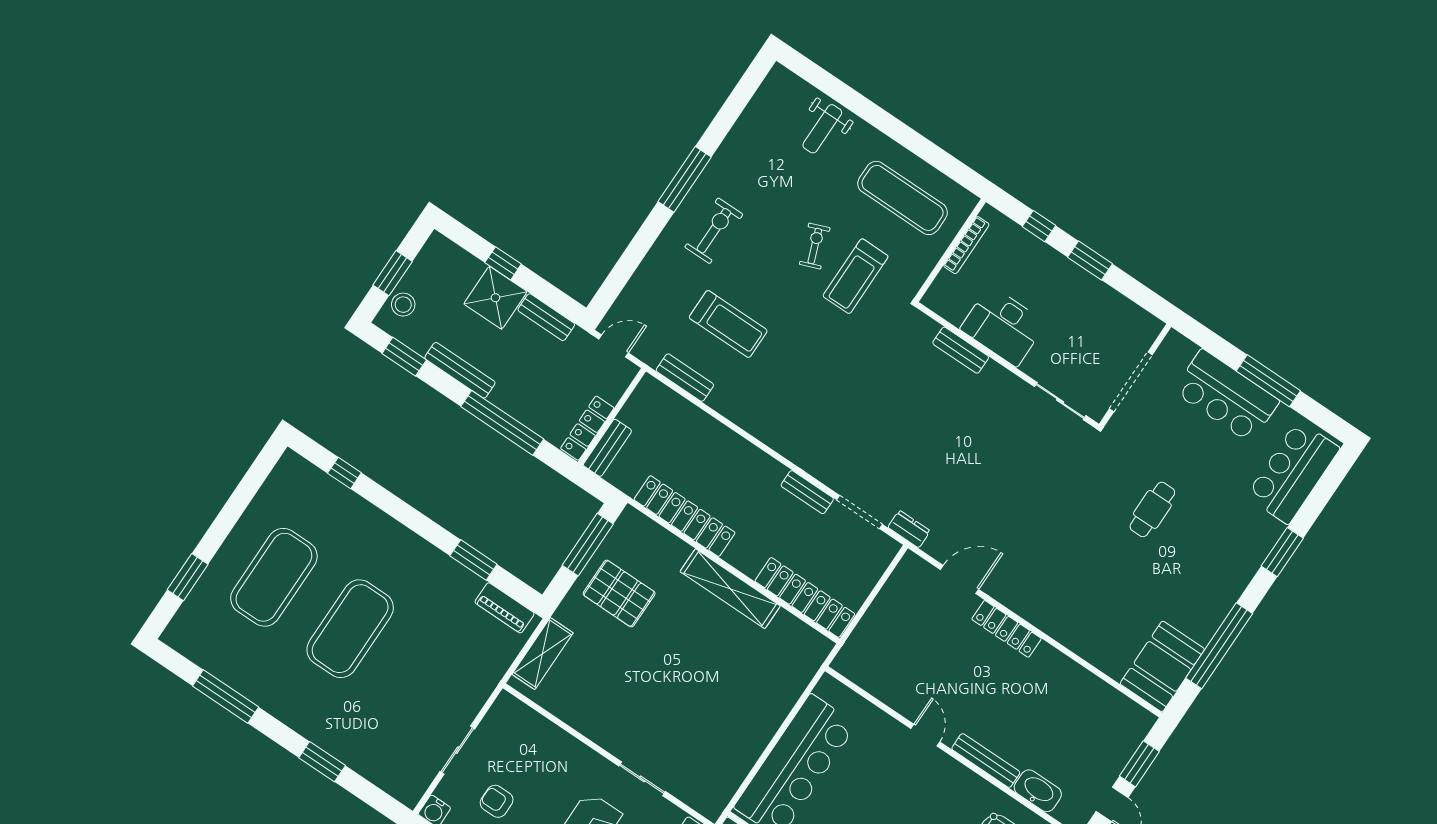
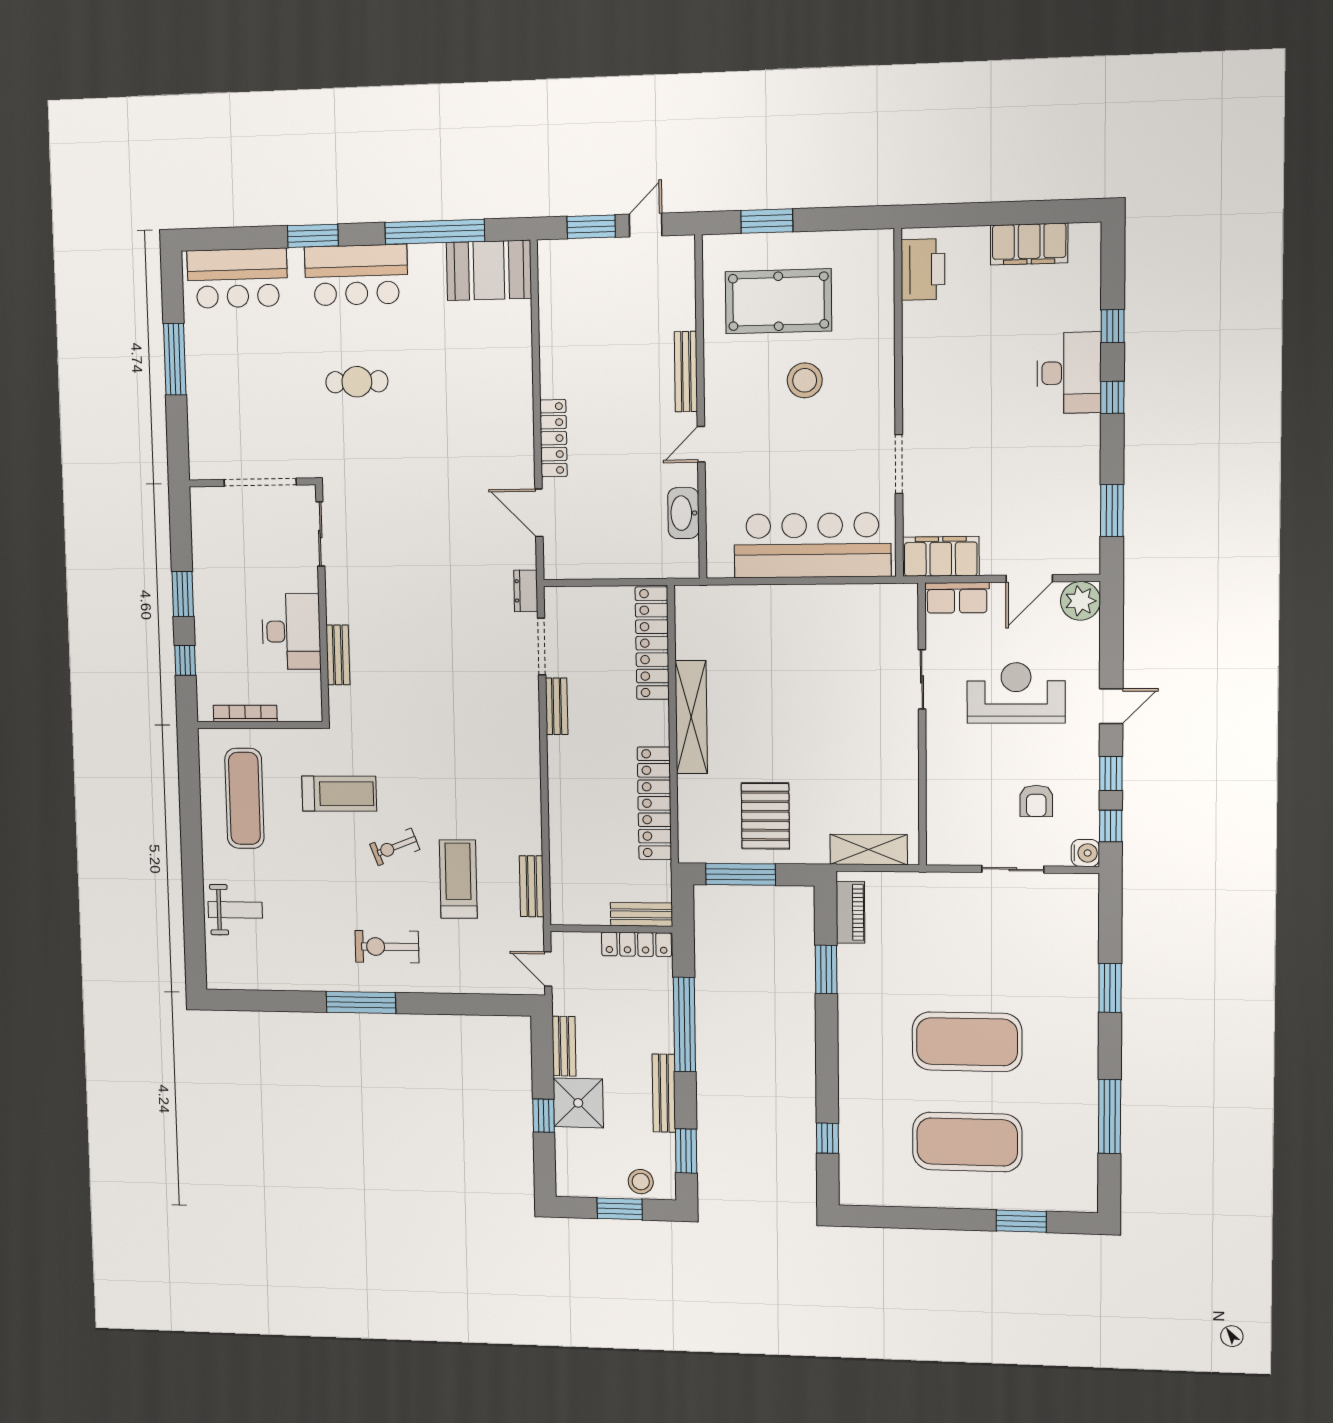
exercise bike: (815, 246) -> (395, 847), moved
bar counter: (1226, 396) -> (356, 275), moved, turned 90
washbasin: (1038, 791) -> (683, 513), moved

